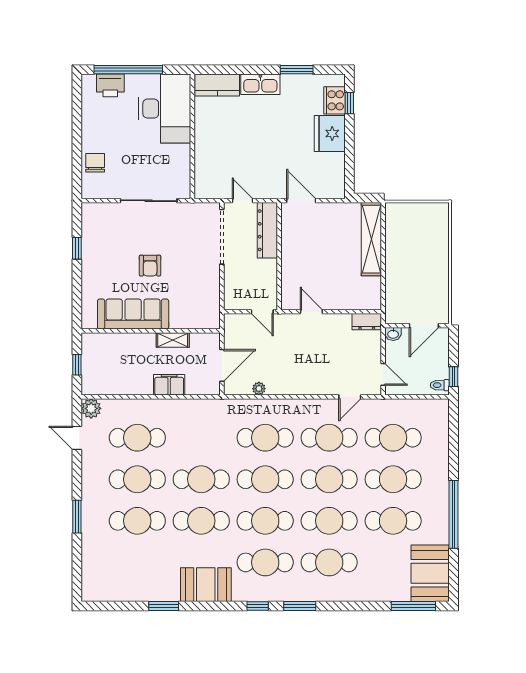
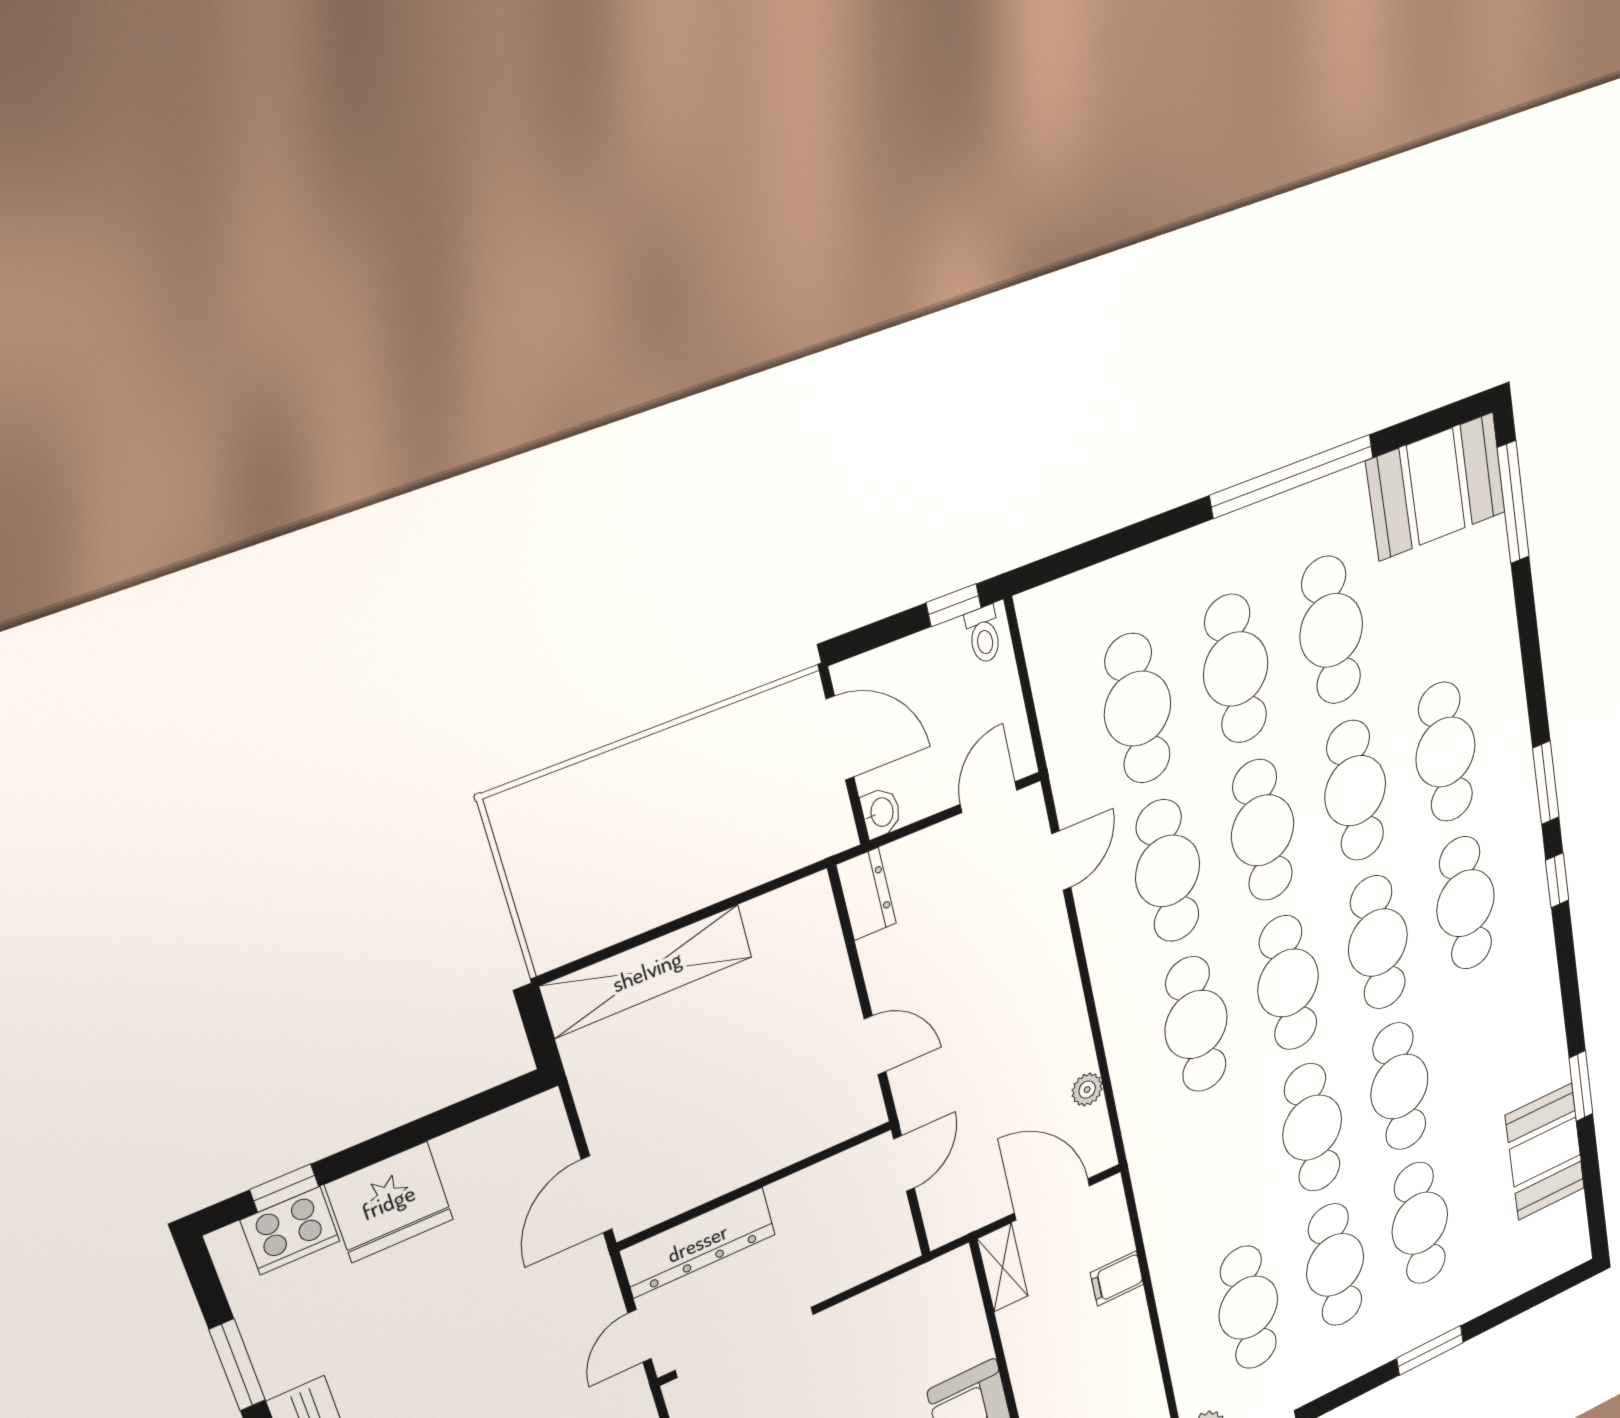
door: (311, 312) -> (875, 1045), swing flipped
shelving: (173, 340) -> (1003, 1267), moved
filing cabinet: (169, 385) -> (1117, 1279), width x0.50
door: (350, 397) -> (1061, 861), hinge flipped
booth: (206, 585) -> (1545, 1152), moved

